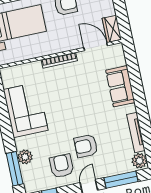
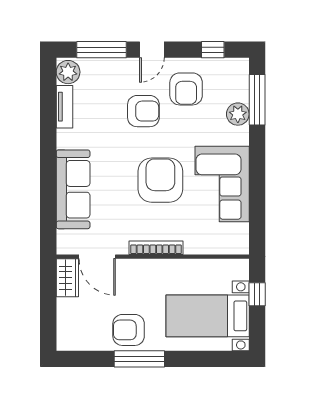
sofa: (120, 86) -> (73, 189), width x1.36
armchair: (66, 104) -> (160, 180), added
tv unit: (136, 132) -> (64, 107), width x0.71

